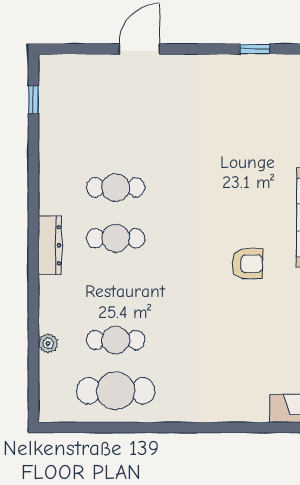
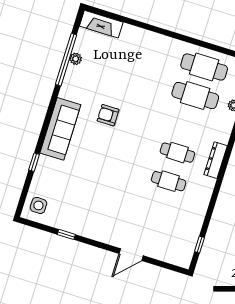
cafe table: (116, 340) -> (195, 96), width x1.37, depth x1.35

